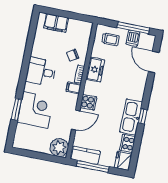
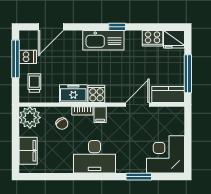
desk: (41, 72) -> (95, 157), width x1.37
cooker: (88, 102) -> (96, 94), moved
corner desk: (35, 110) -> (165, 154), moved
kitchen sink: (131, 117) -> (103, 40), moved
door: (76, 120) -> (137, 105), hinge flipped
plant: (59, 148) -> (30, 118), moved
kitchen counter: (86, 155) -> (168, 94), moved, turned 90

